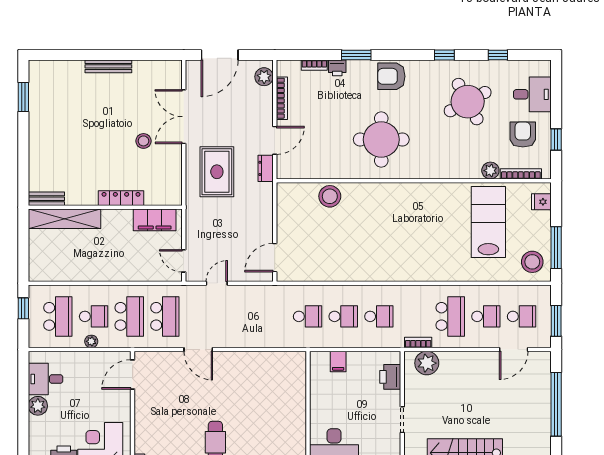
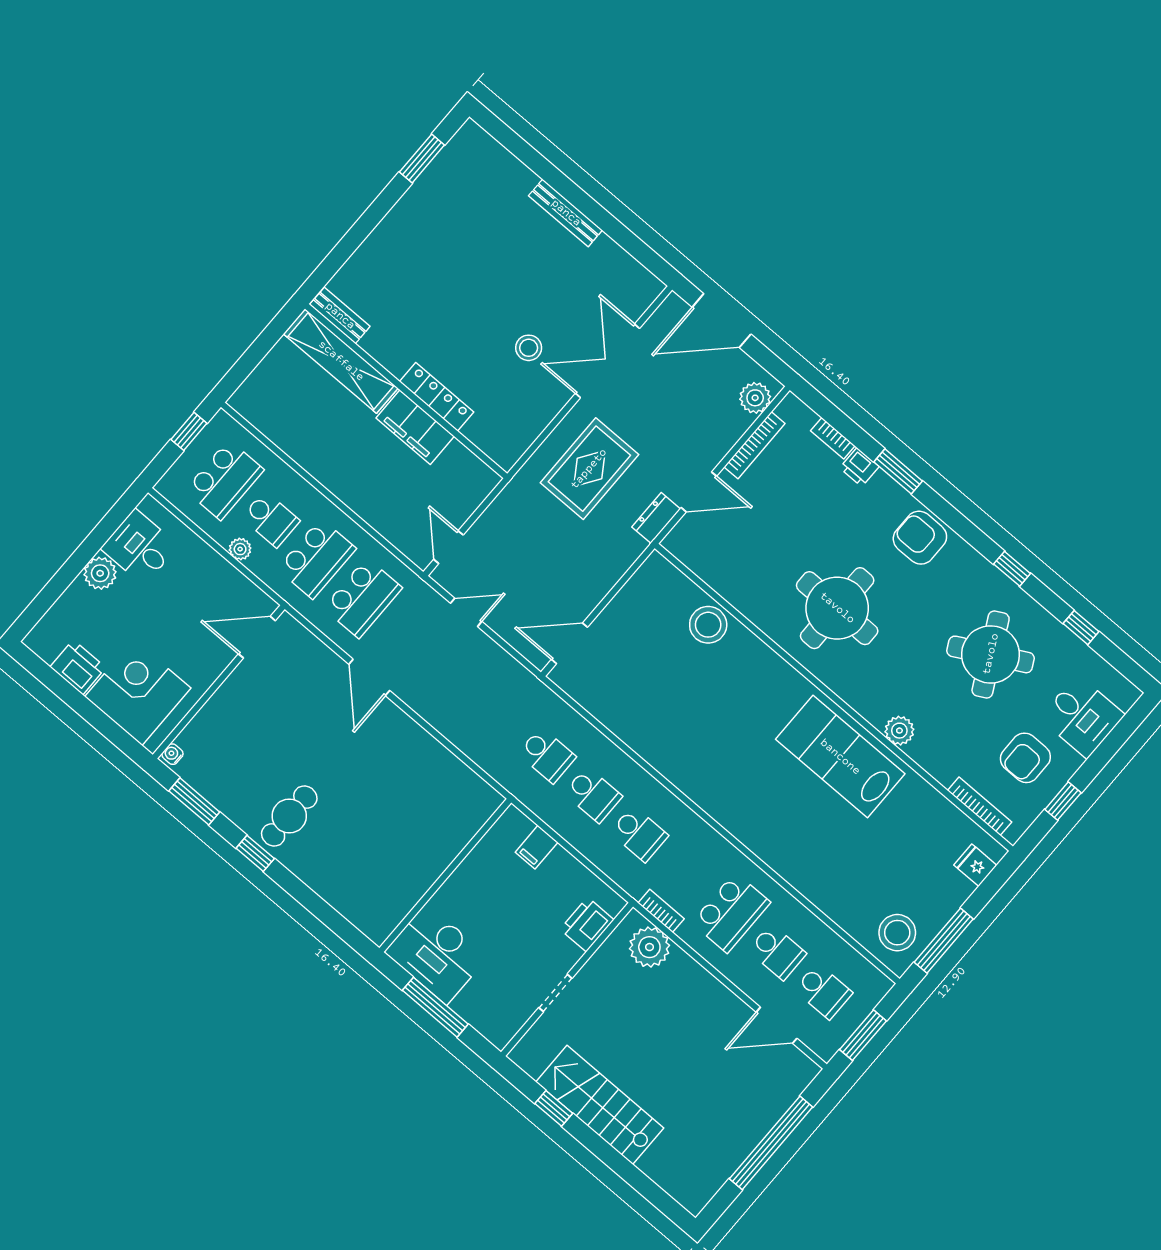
armchair: (523, 135) -> (1025, 758), turned 180
plant: (490, 171) -> (899, 731), moved
filing cabinet: (155, 220) -> (415, 427), moved
lab bench: (488, 222) -> (840, 757), moved, turned -90

